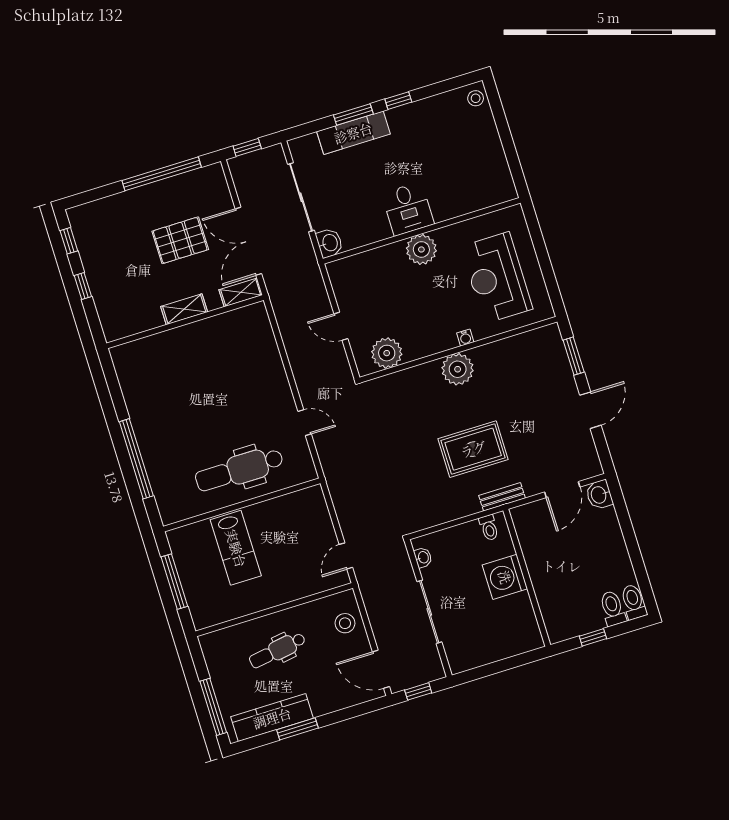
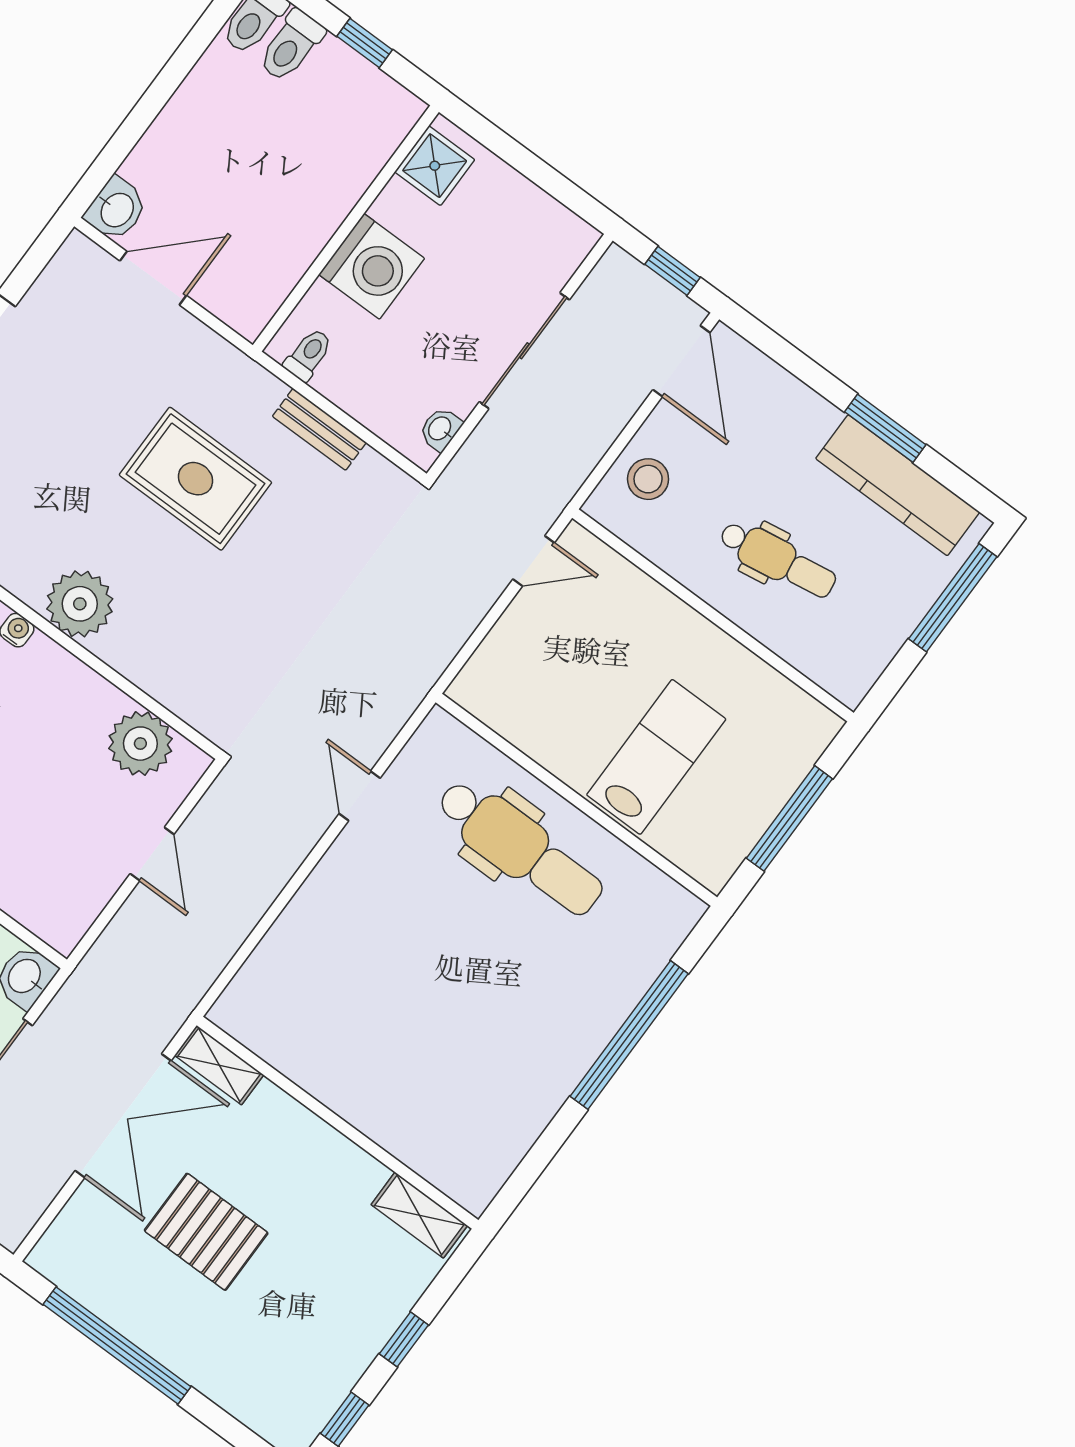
shelving: (184, 309) -> (419, 1215), moved
bench: (502, 497) -> (319, 429), moved
shower: (526, 630) -> (435, 166), added

